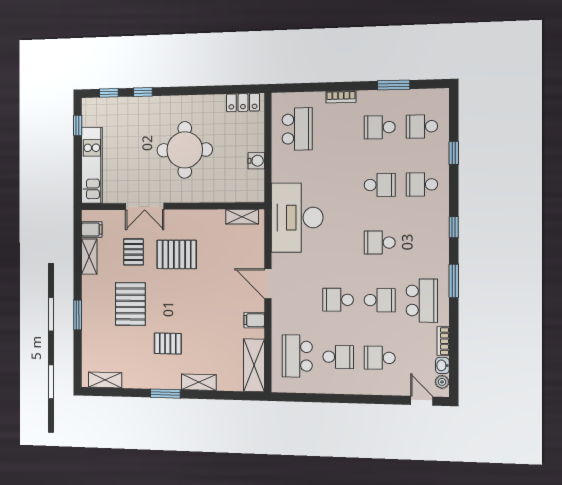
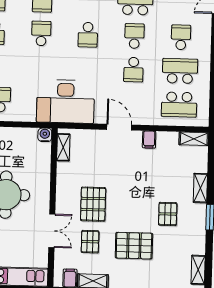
water cooler: (256, 161) -> (45, 135), moved
pallet: (133, 252) -> (90, 242), turned 90
door: (268, 284) -> (119, 127), swing flipped
school desk: (338, 357) -> (180, 71), width x1.85
school desk: (380, 358) -> (181, 37), turned 180
shelving: (254, 365) -> (194, 139), width x0.67, depth x0.75

